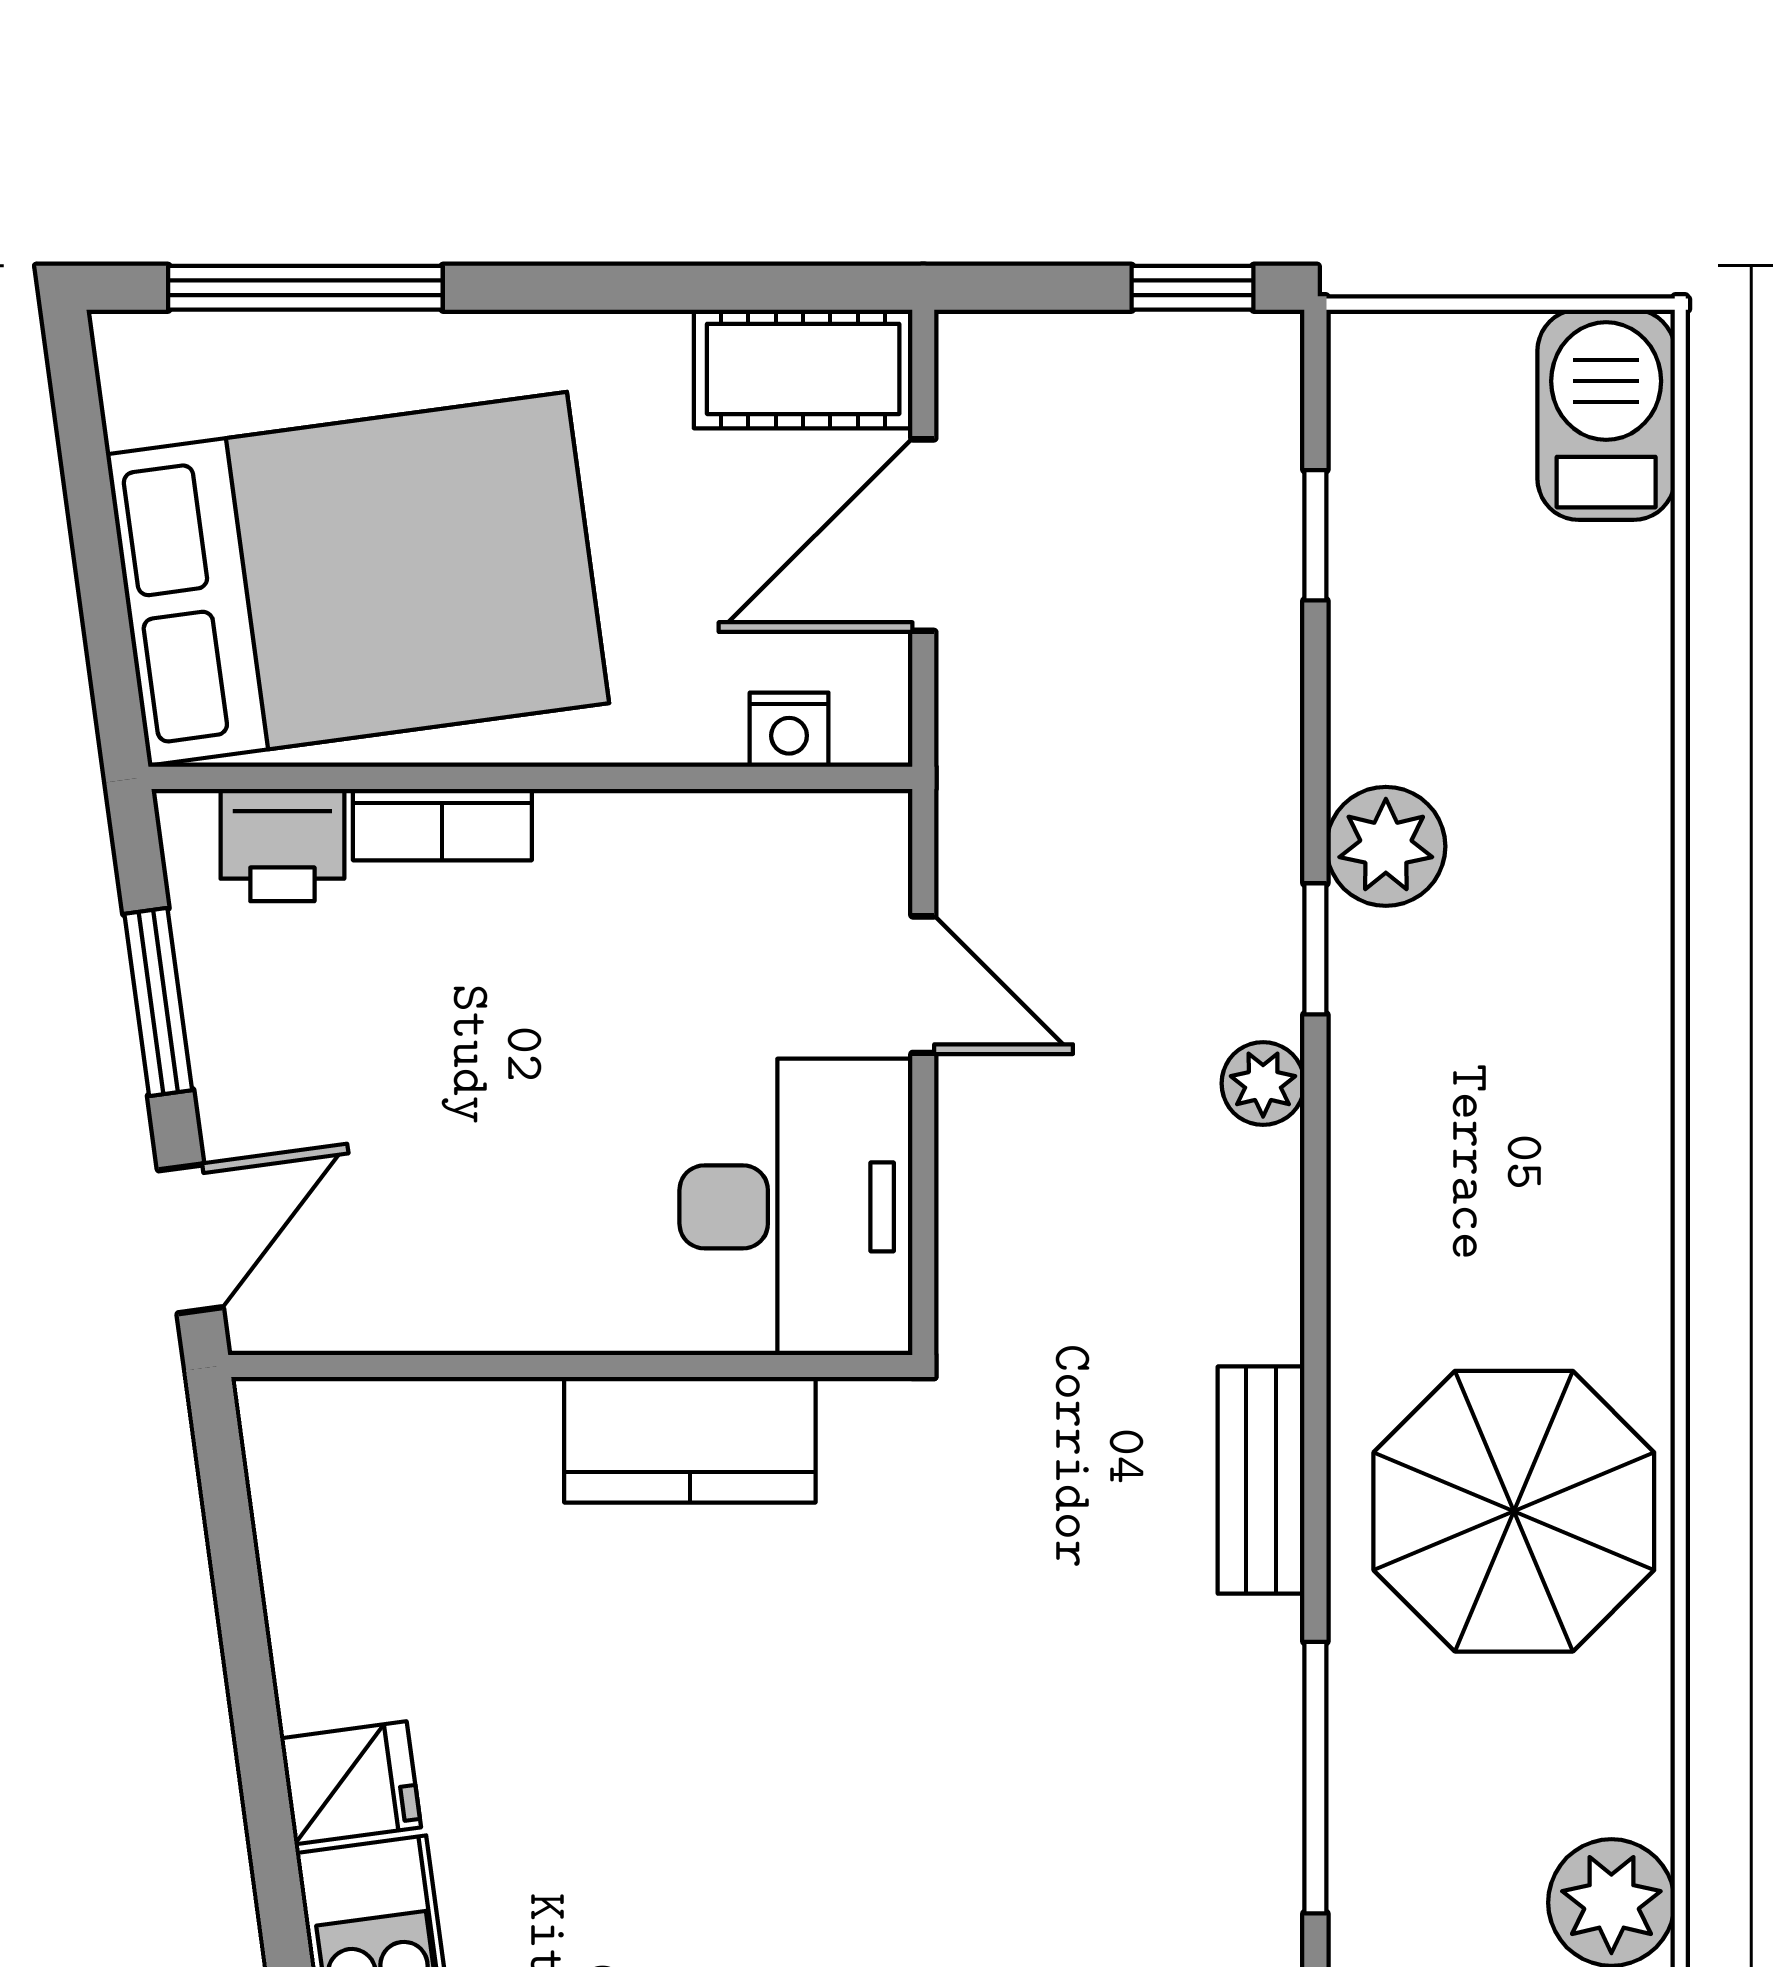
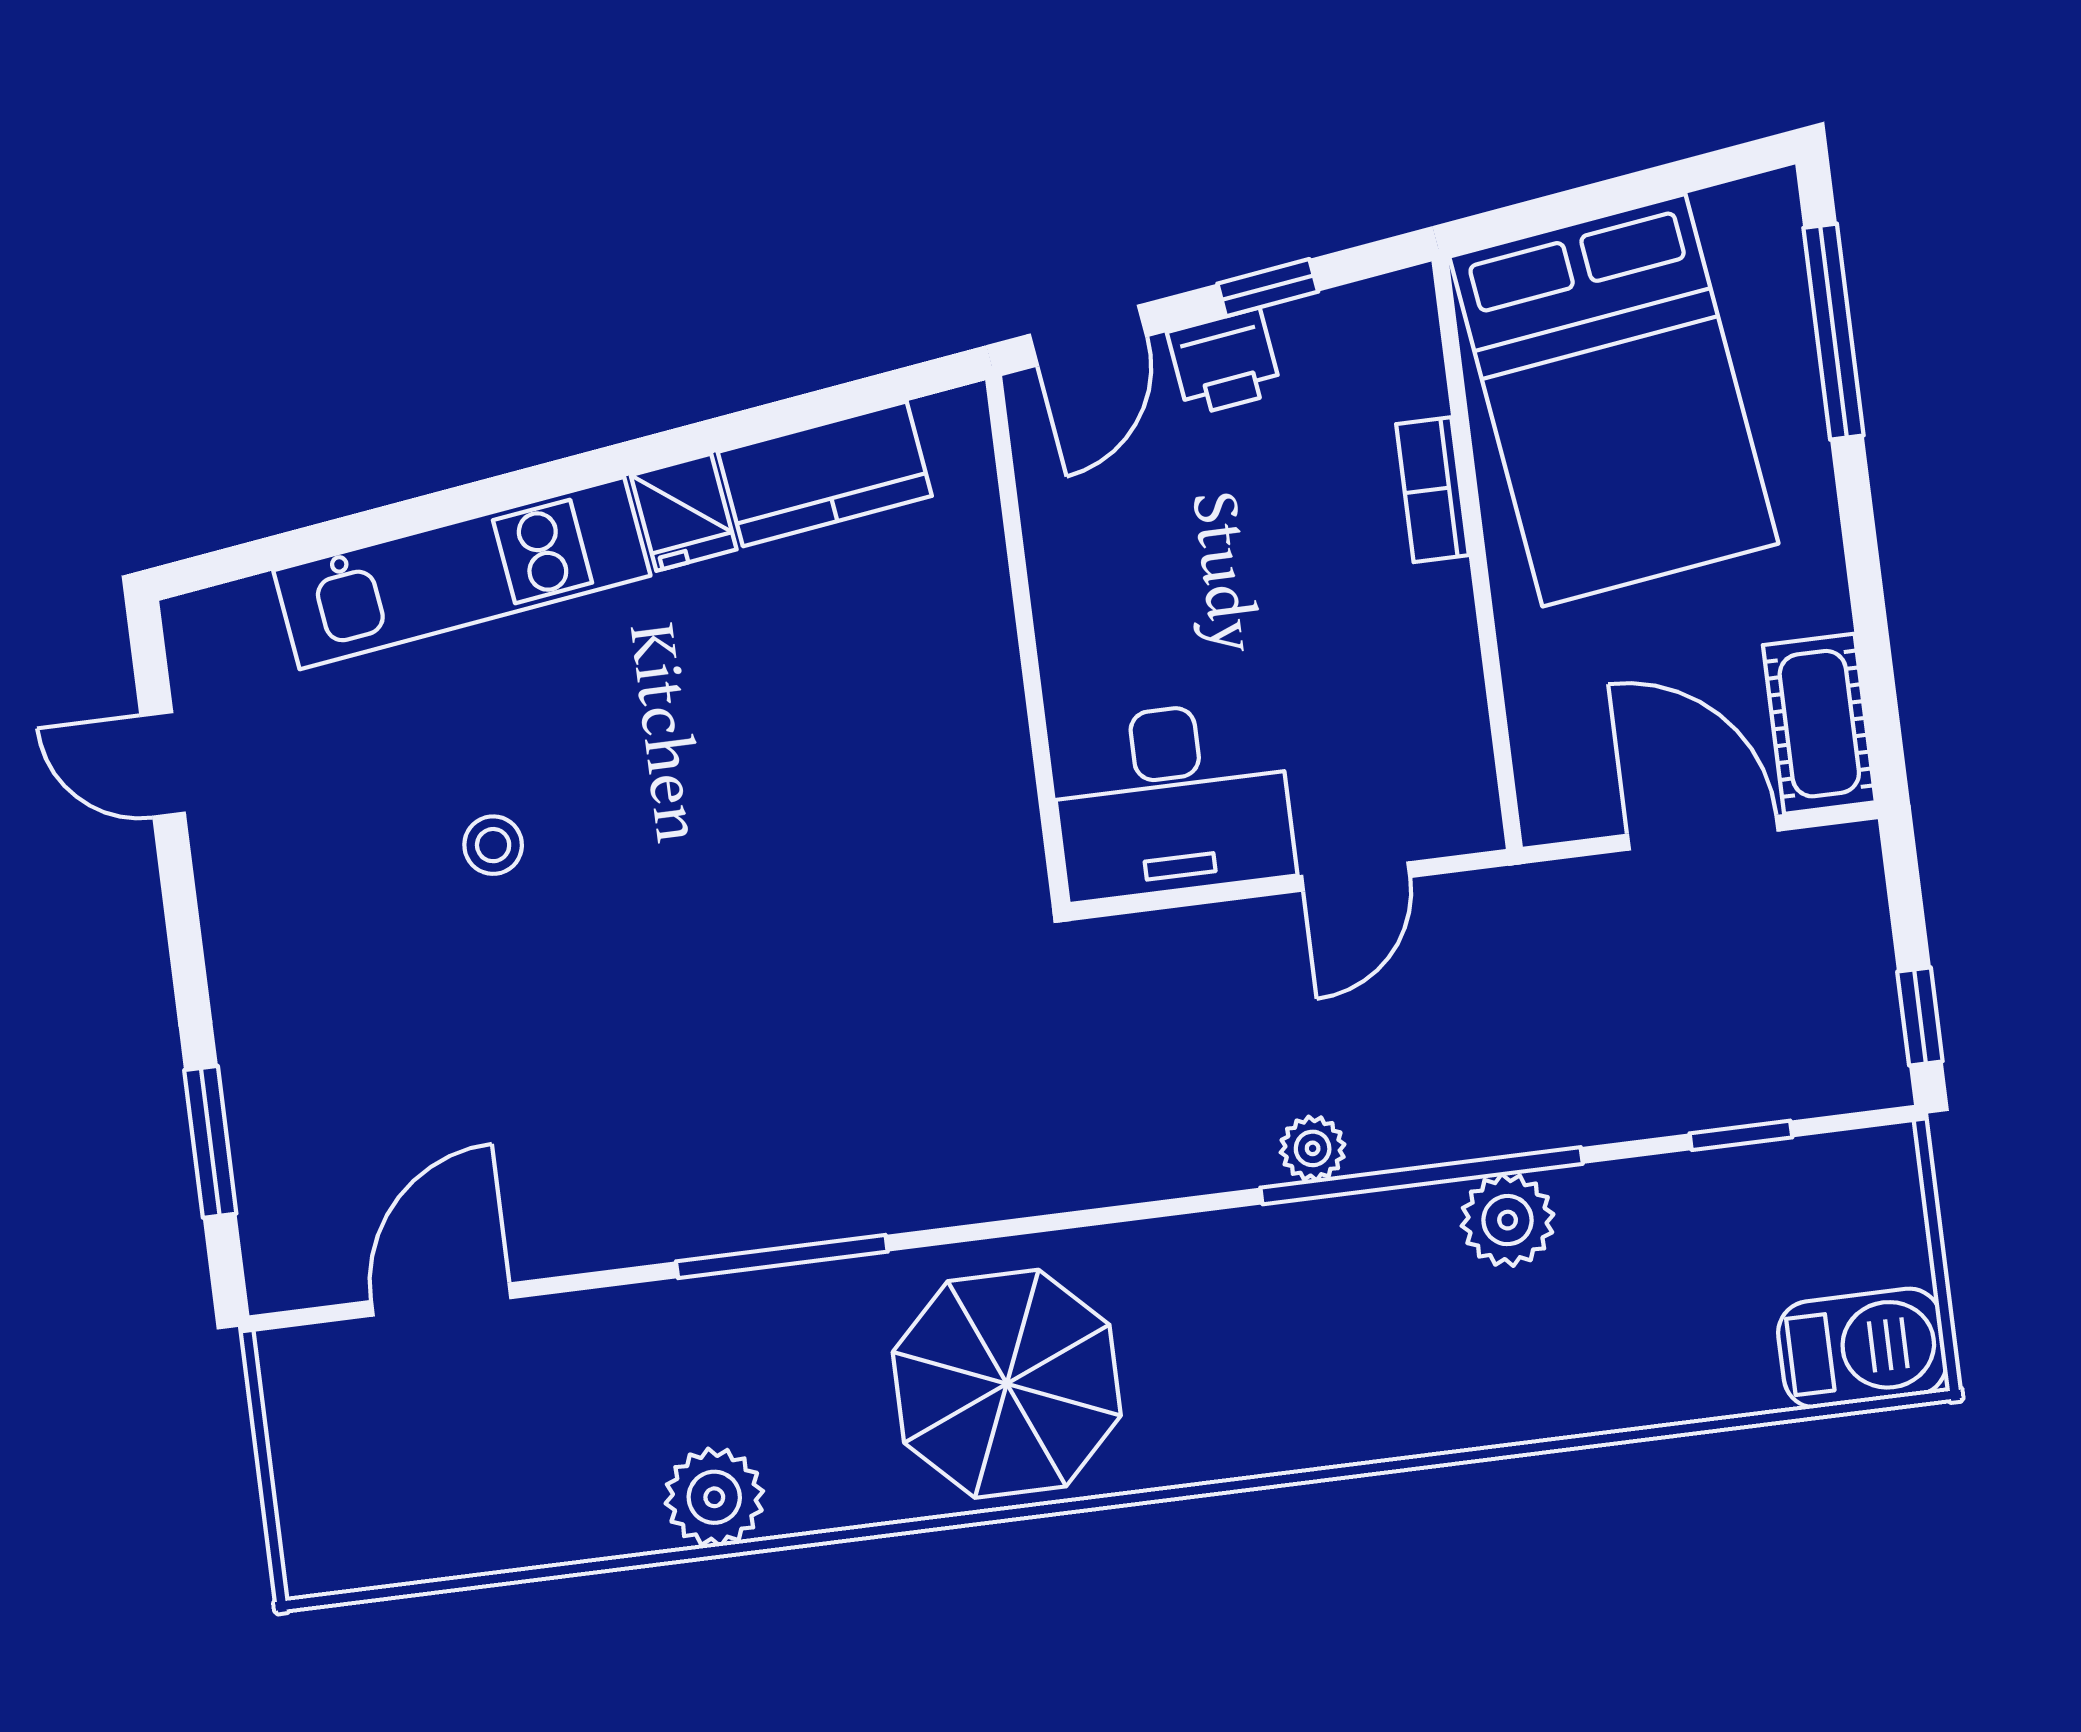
nightstand: (789, 730) -> (1539, 748), removed
printer: (282, 845) -> (1224, 362), moved, turned -98
window: (1315, 949) -> (1422, 1176), width x3.17
window: (158, 1002) -> (1268, 288), width x0.67
door: (190, 1239) -> (1088, 336), hinge flipped
kitchen counter: (690, 1440) -> (825, 474), moved, turned -98
bench: (1261, 1480) -> (1006, 1186), removed

